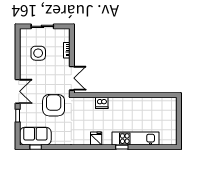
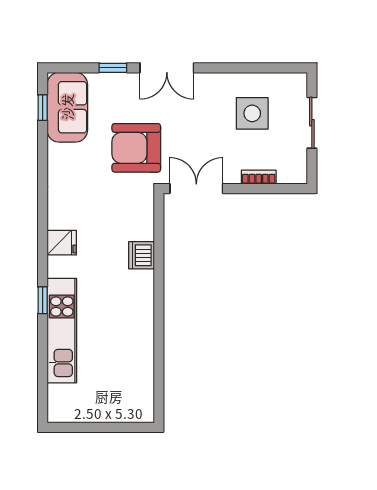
double door: (72, 78) -> (196, 189), swing flipped
armchair: (54, 105) -> (136, 148), turned 180

